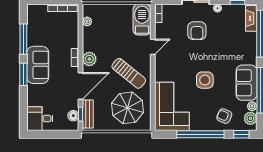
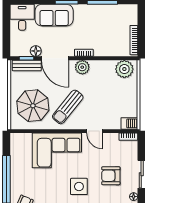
barbecue: (142, 20) -> (129, 123), width x0.53, depth x0.65
plant: (87, 21) -> (124, 69), width x1.88, depth x1.88
sofa: (38, 65) -> (54, 15), moved
side table: (205, 80) -> (79, 186), moved
corner sofa: (172, 106) -> (57, 150), moved
floor lamp: (73, 116) -> (36, 51), moved

